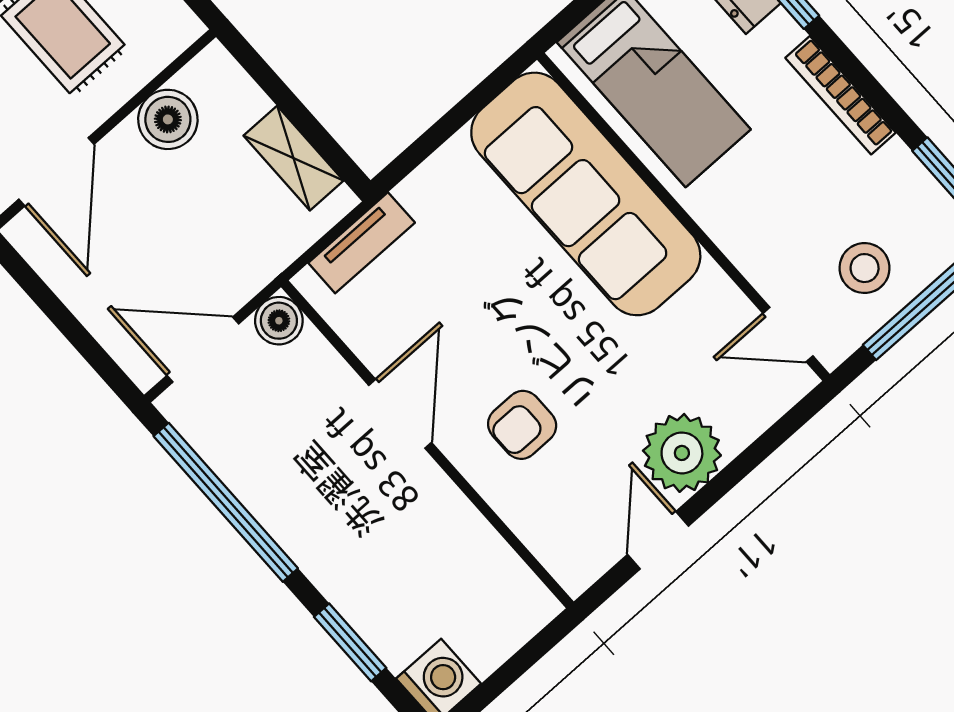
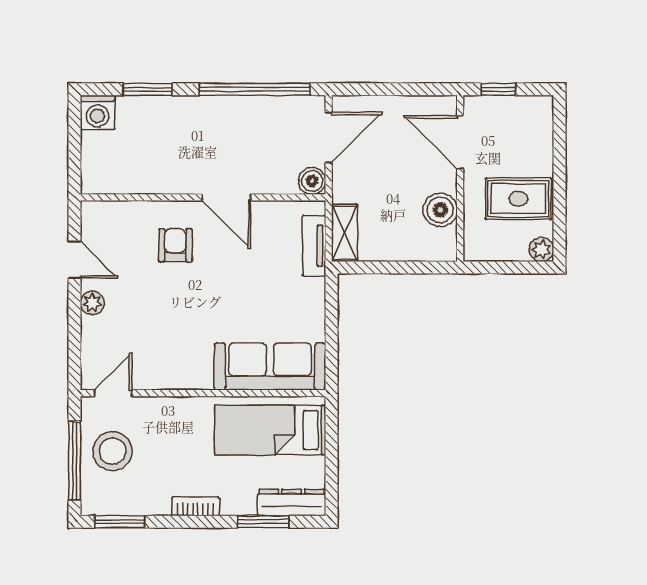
bookcase: (841, 95) -> (195, 506), width x0.64
shelving: (294, 158) -> (344, 233), moved, turned 90
sofa: (586, 194) -> (270, 367), width x0.74, depth x0.79
stool: (865, 268) -> (112, 451), width x1.38, depth x1.38
plant: (682, 453) -> (92, 303), width x0.53, depth x0.53

